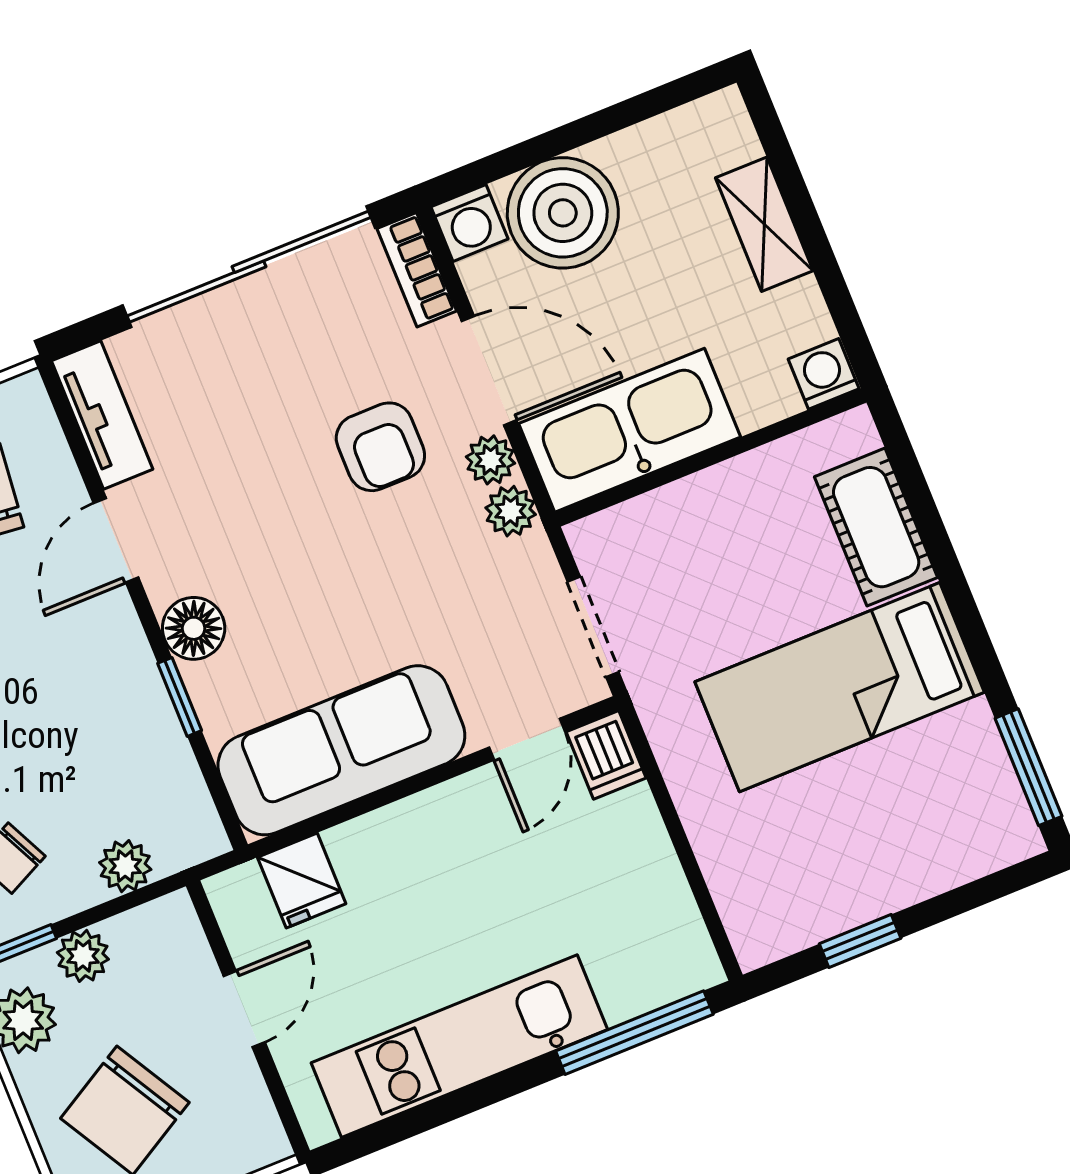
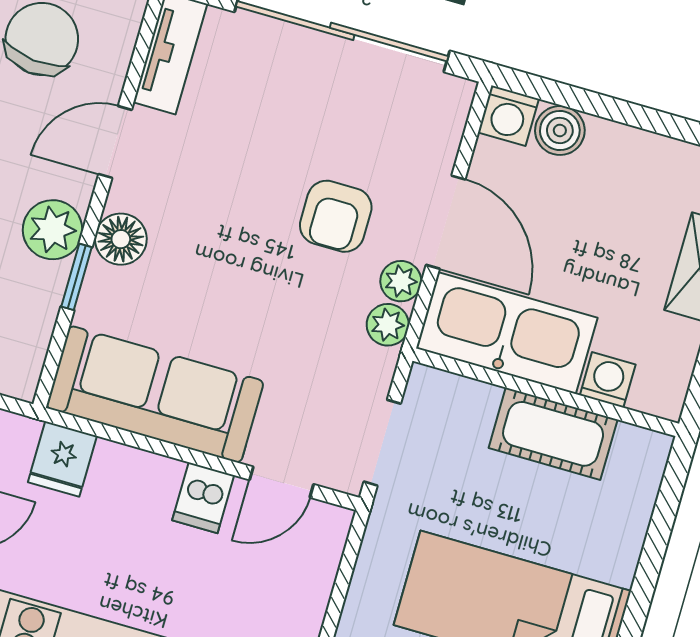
boiler: (563, 213) -> (560, 131), width x0.54, depth x0.54
bookcase: (417, 270) -> (450, 119), removed
washing machine: (824, 374) -> (608, 380), moved
cot: (876, 527) -> (553, 434), moved, turned 90
plant: (122, 670) -> (53, 230), added
dishwasher: (606, 755) -> (203, 498), moved

